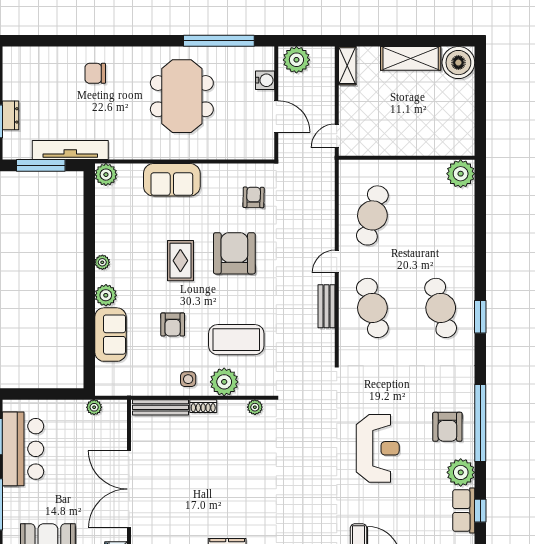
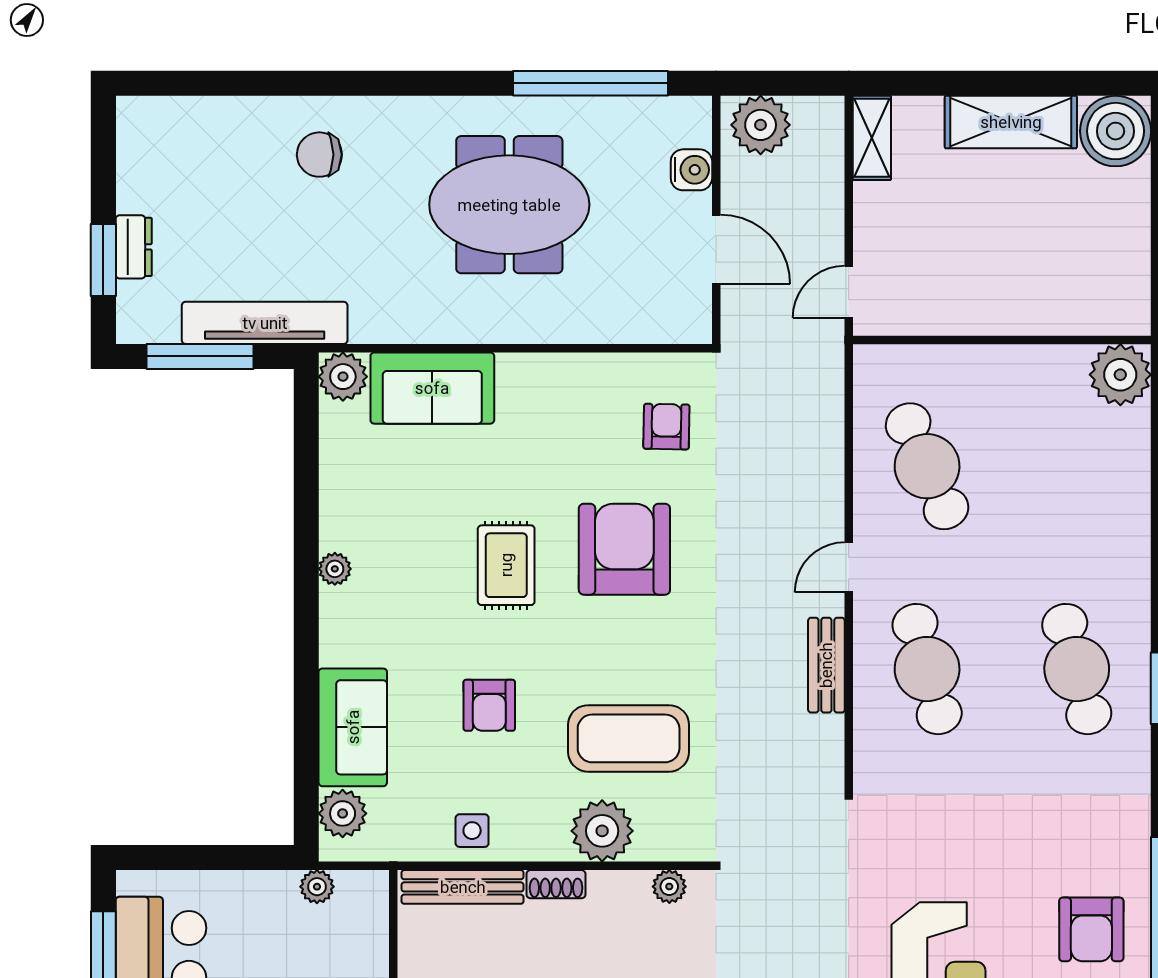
meeting table: (182, 96) -> (509, 205), turned 90
sofa: (172, 180) -> (432, 388), moved
cafe table: (372, 215) -> (927, 466), turned -39
plant: (106, 295) -> (343, 813), moved
side table: (188, 379) -> (472, 831), moved

